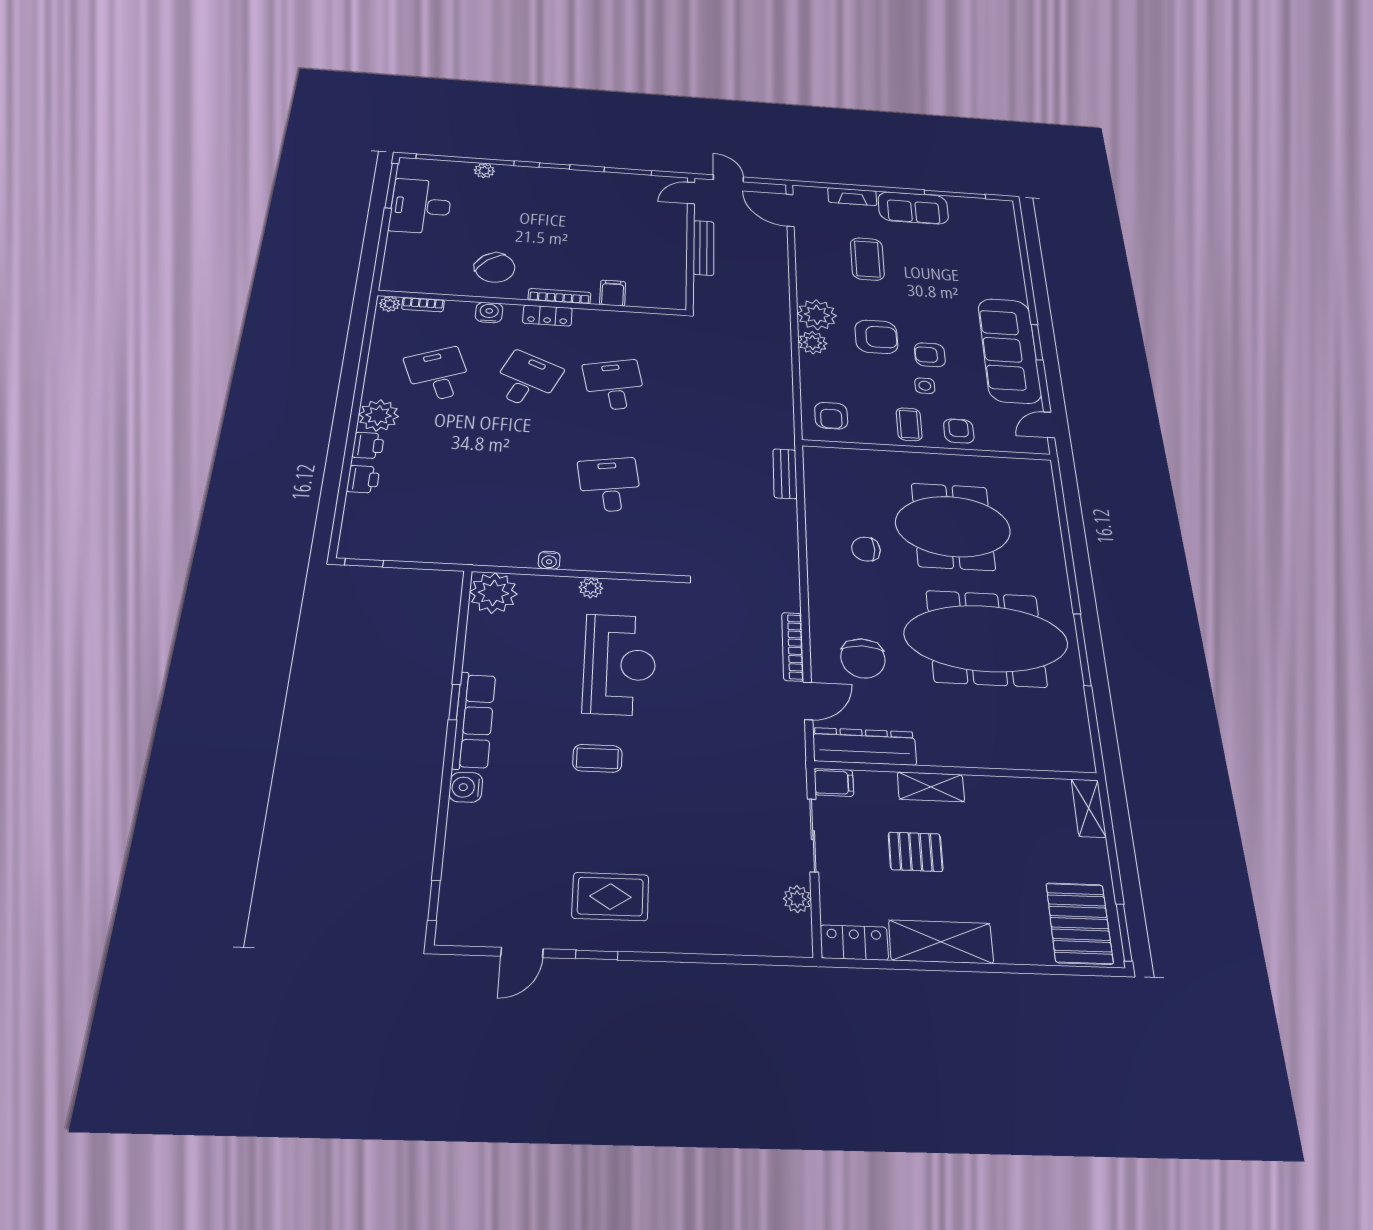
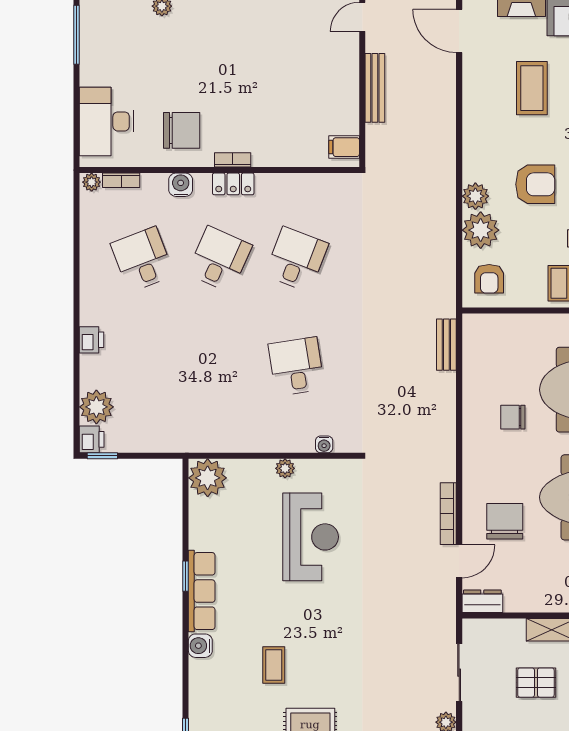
desk: (421, 206) -> (107, 121), moved
chair: (495, 268) -> (182, 130), turned -49
filing cabinet: (613, 293) -> (344, 147), moved, turned -90
bookcase: (559, 296) -> (233, 160), width x0.64
plant: (817, 315) -> (481, 230), moved
desk: (614, 385) -> (296, 259), turned 33
plant: (379, 415) -> (96, 407), moved
printer: (363, 479) -> (92, 439), moved
water cooler: (549, 560) -> (324, 444), moved
chair: (863, 658) -> (505, 521), turned 180
dresser: (865, 746) -> (482, 601), width x0.51, depth x0.80
coffee table: (597, 758) -> (274, 665), moved, turned 90
filing cabinet: (834, 782) -> (477, 629), removed

